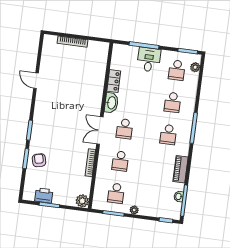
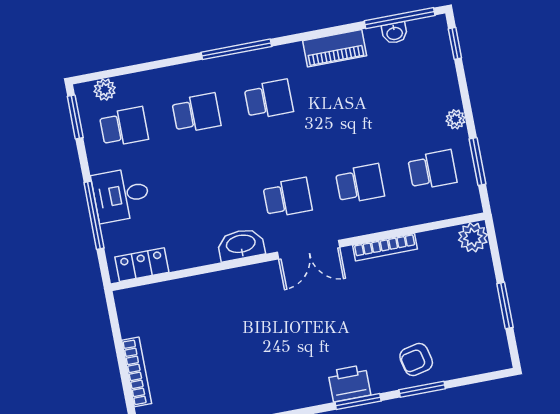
locker: (114, 81) -> (142, 265), moved
printer: (44, 195) -> (349, 383), moved, turned 90

